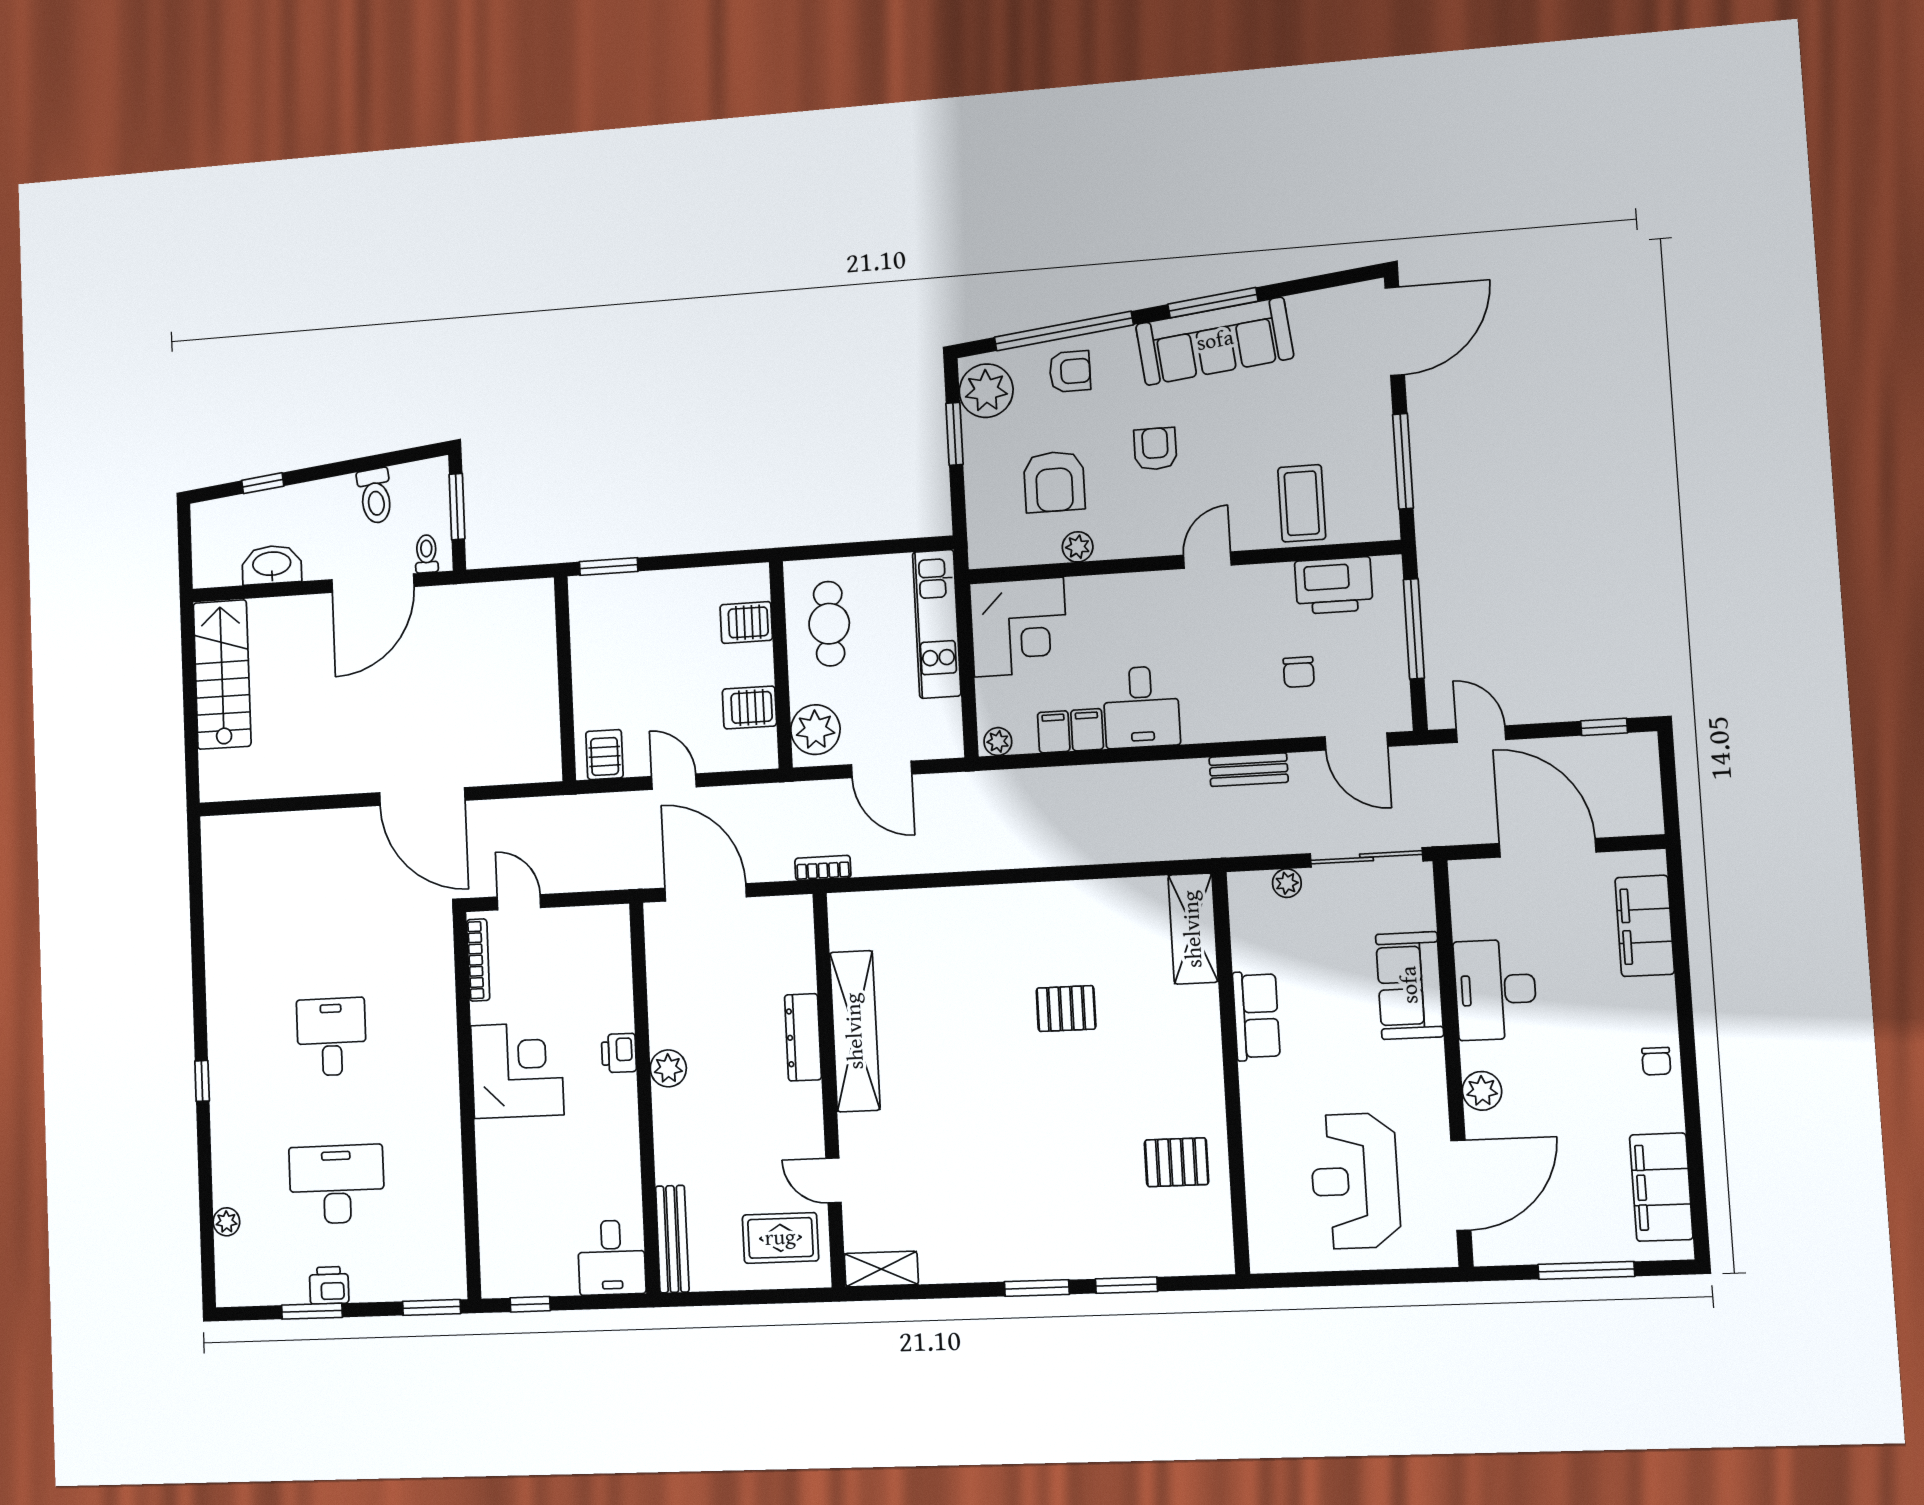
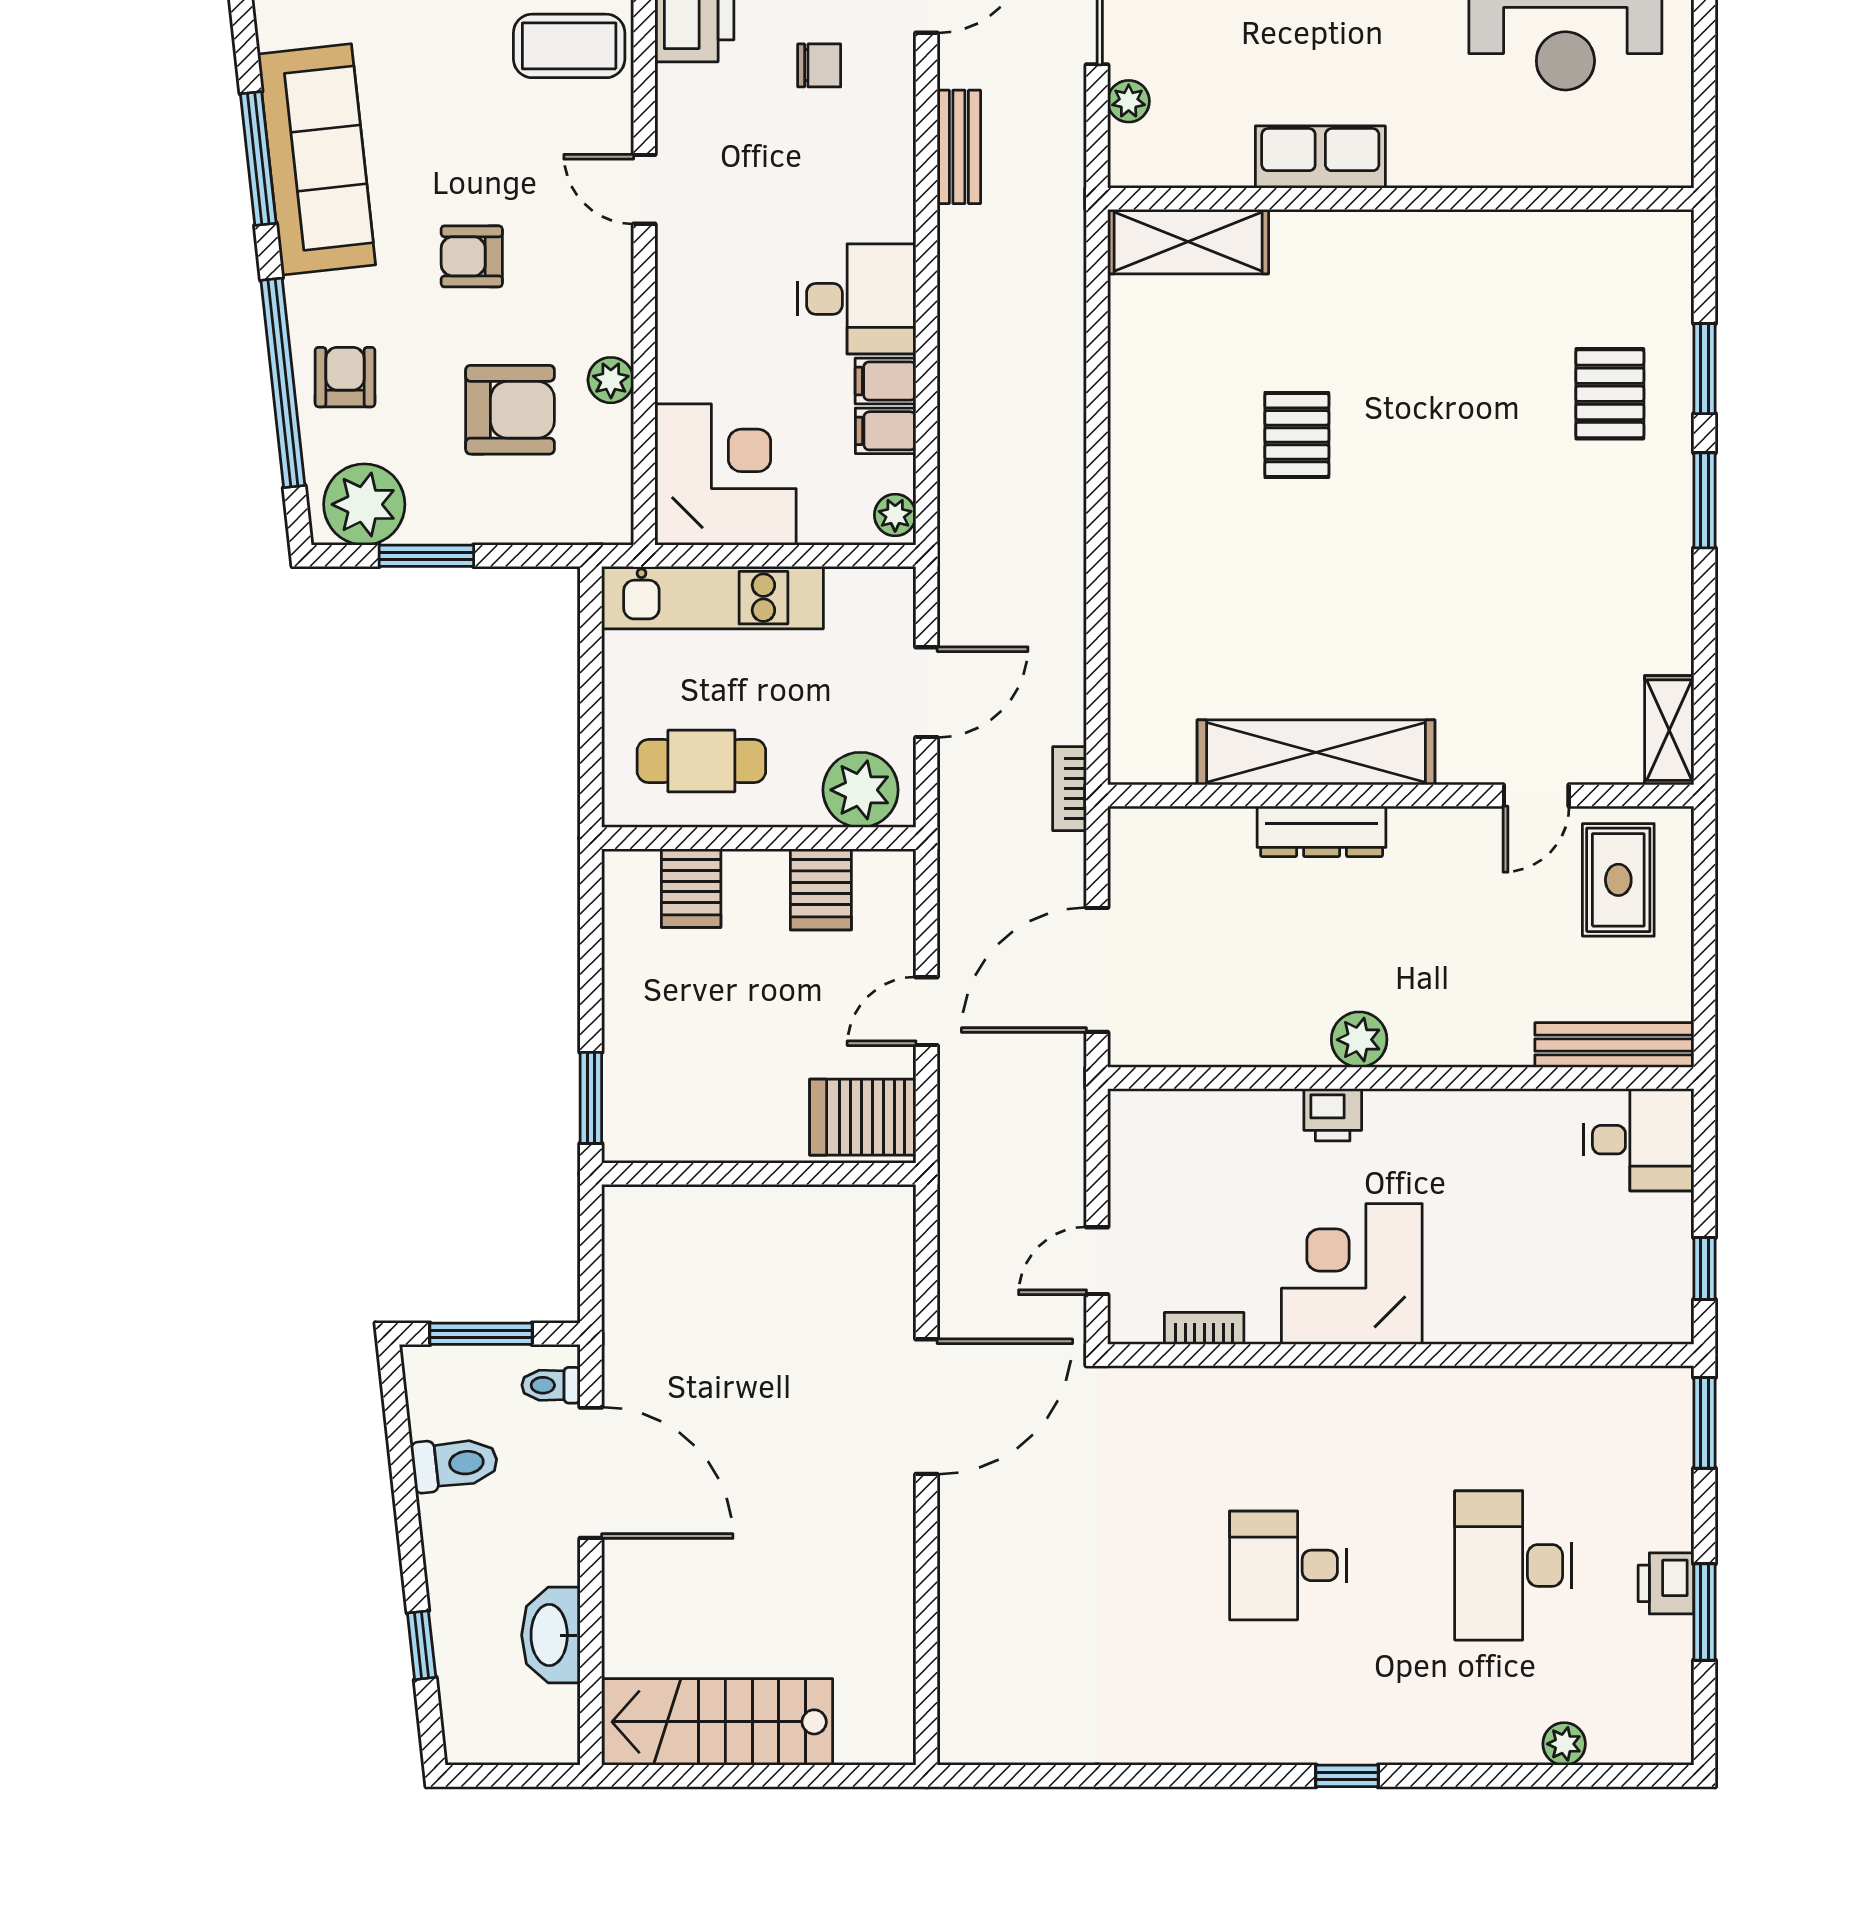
server rack: (604, 755) -> (863, 1117), width x1.36, depth x1.44
bookcase: (478, 960) -> (1204, 1328), width x0.64
pallet: (1177, 1162) -> (1610, 394), moved

